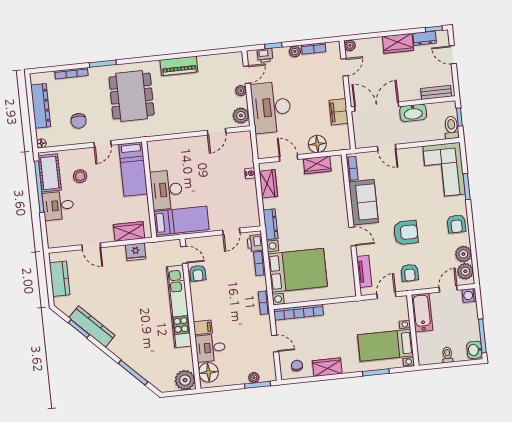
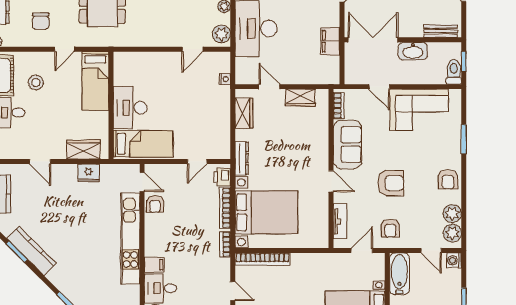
floor lamp: (317, 144) -> (303, 74), removed
corner sofa: (444, 170) -> (419, 110), moved, turned -90
nightstand: (250, 173) -> (225, 79), moved
bookcase: (260, 264) -> (225, 208), width x1.56
door: (448, 289) -> (431, 251), swing flipped

